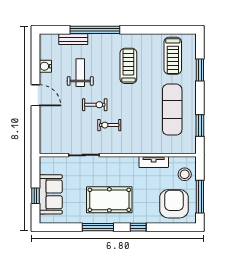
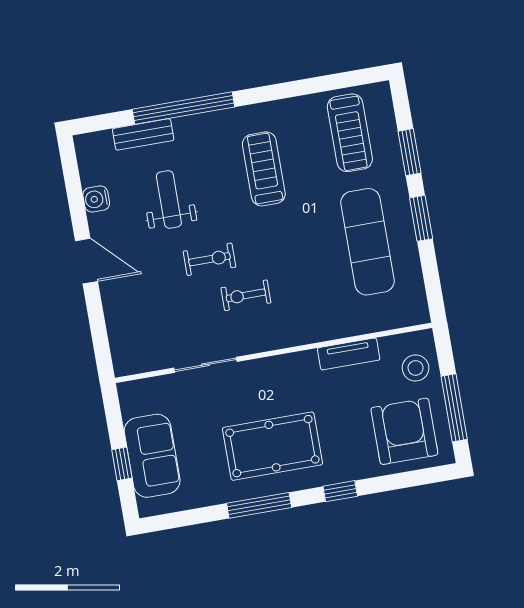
window: (200, 126) -> (421, 218), moved

